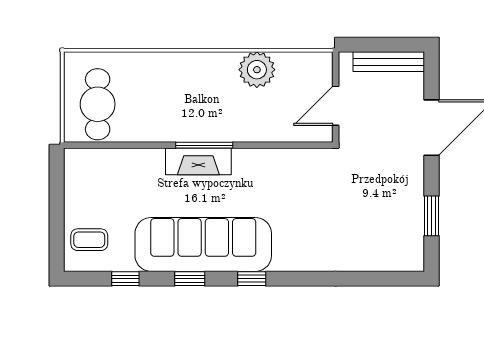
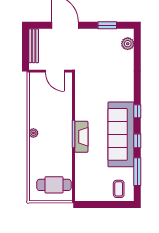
plant: (257, 70) -> (33, 133), moved, width x0.53, depth x0.53
plant: (393, 258) -> (128, 44), added
window: (125, 279) -> (137, 172), width x2.17

